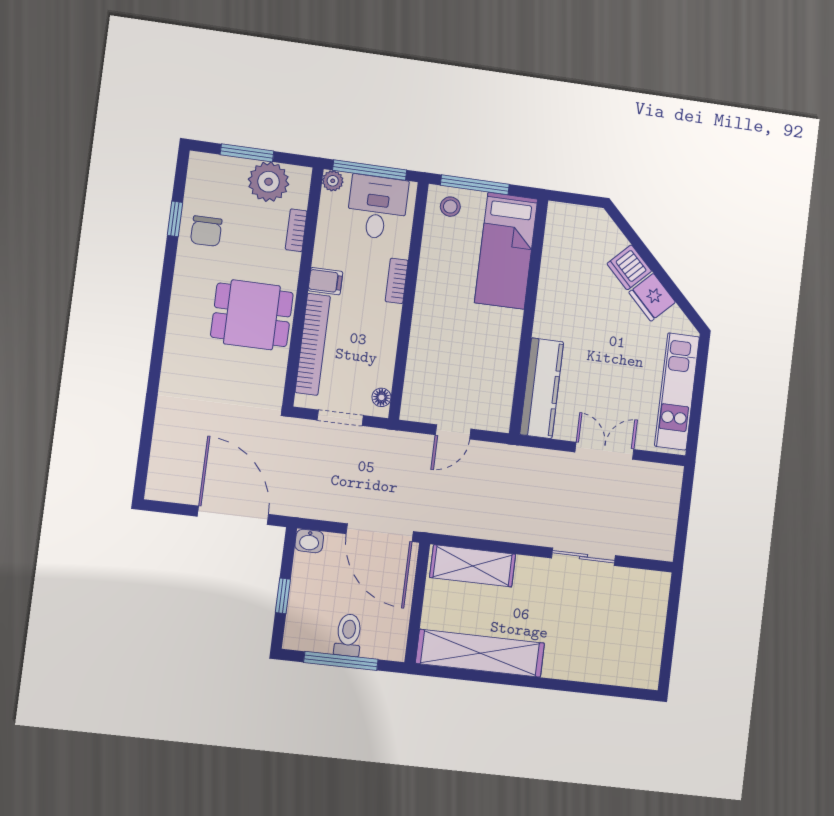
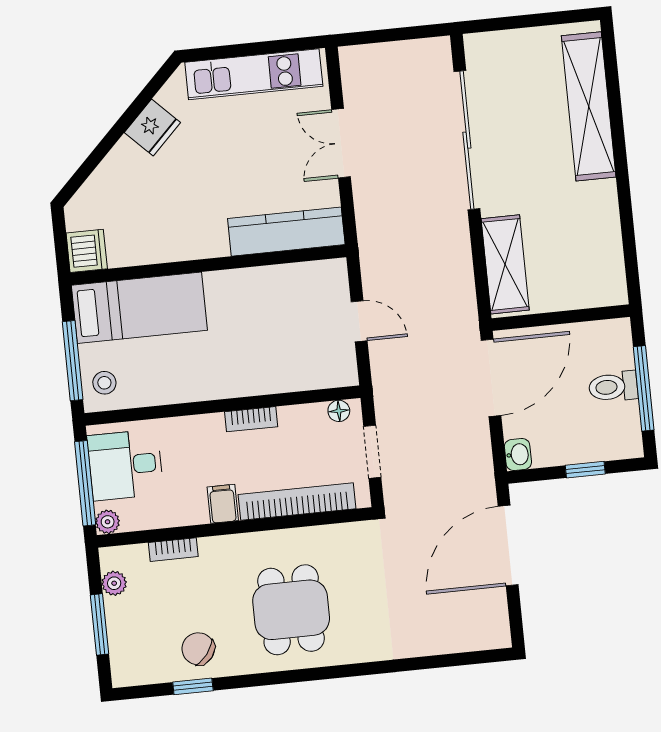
plant: (269, 182) -> (114, 583), width x0.53, depth x0.53
chair: (206, 231) -> (198, 649), turned -142
dishwasher: (629, 267) -> (87, 251), moved, turned -45
bookcase: (397, 281) -> (251, 419), moved
dining table: (252, 315) -> (291, 610), moved
sliding door: (583, 557) -> (467, 140), width x1.86
shelving: (480, 653) -> (589, 106), moved

